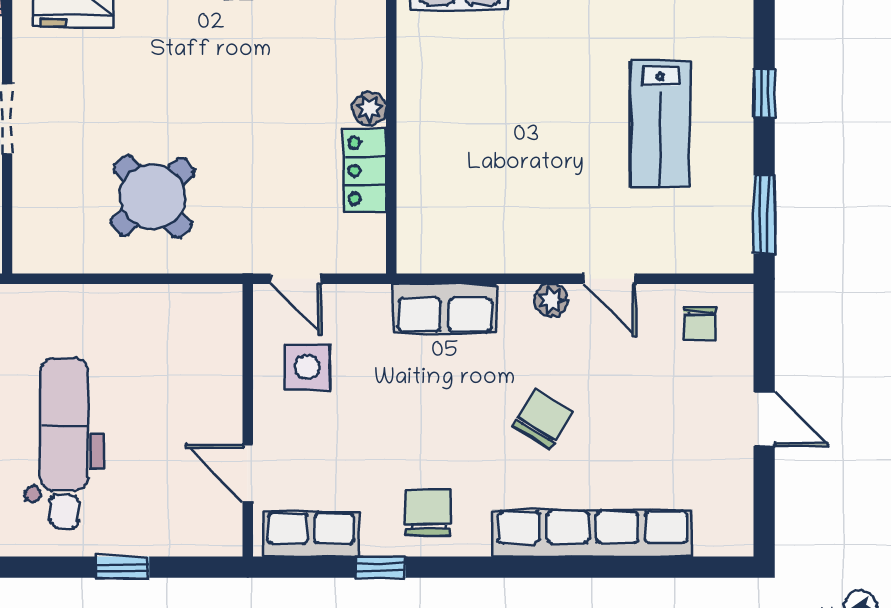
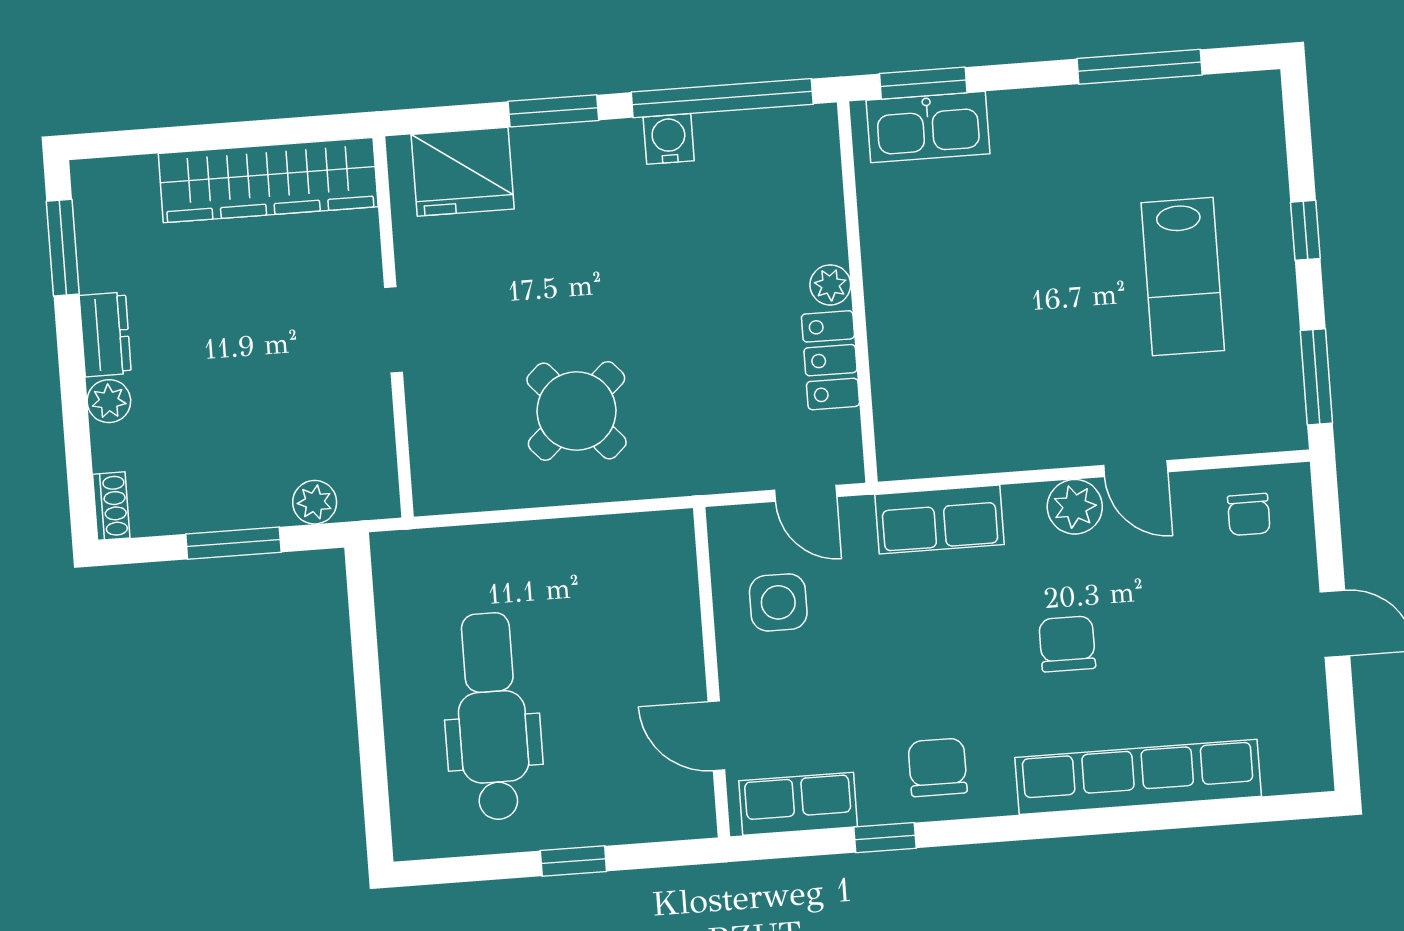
door: (296, 279) -> (806, 493), moved
plant: (551, 300) -> (1075, 507), width x1.38, depth x1.38
chair: (542, 419) -> (1067, 644), turned -31

